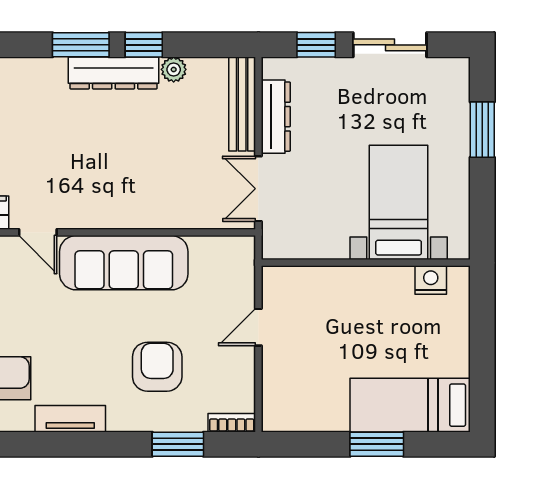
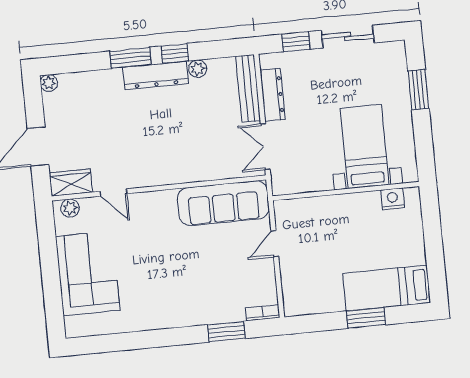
sofa: (124, 263) -> (223, 203), moved
armchair: (157, 367) -> (206, 279), removed
tv unit: (70, 419) -> (149, 321), removed

